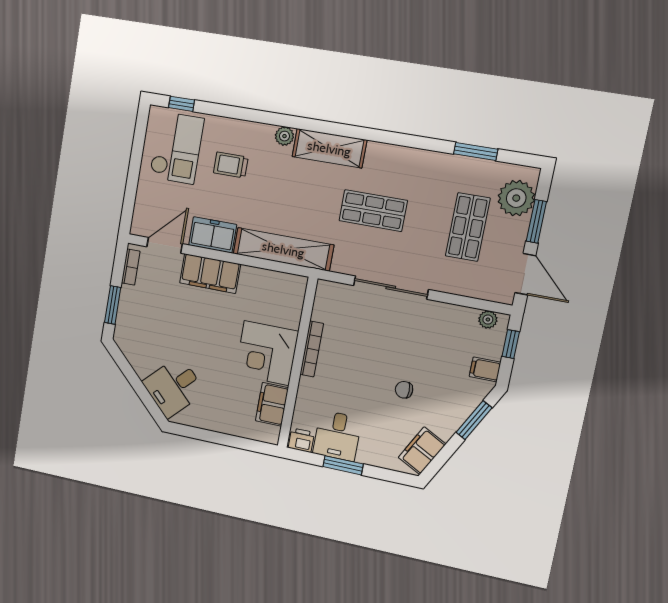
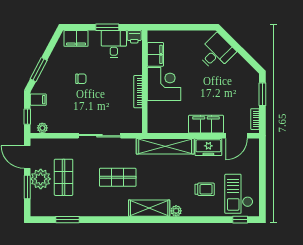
plant: (516, 198) -> (41, 179), moved
filing cabinet: (422, 451) -> (76, 38), moved, turned 62

